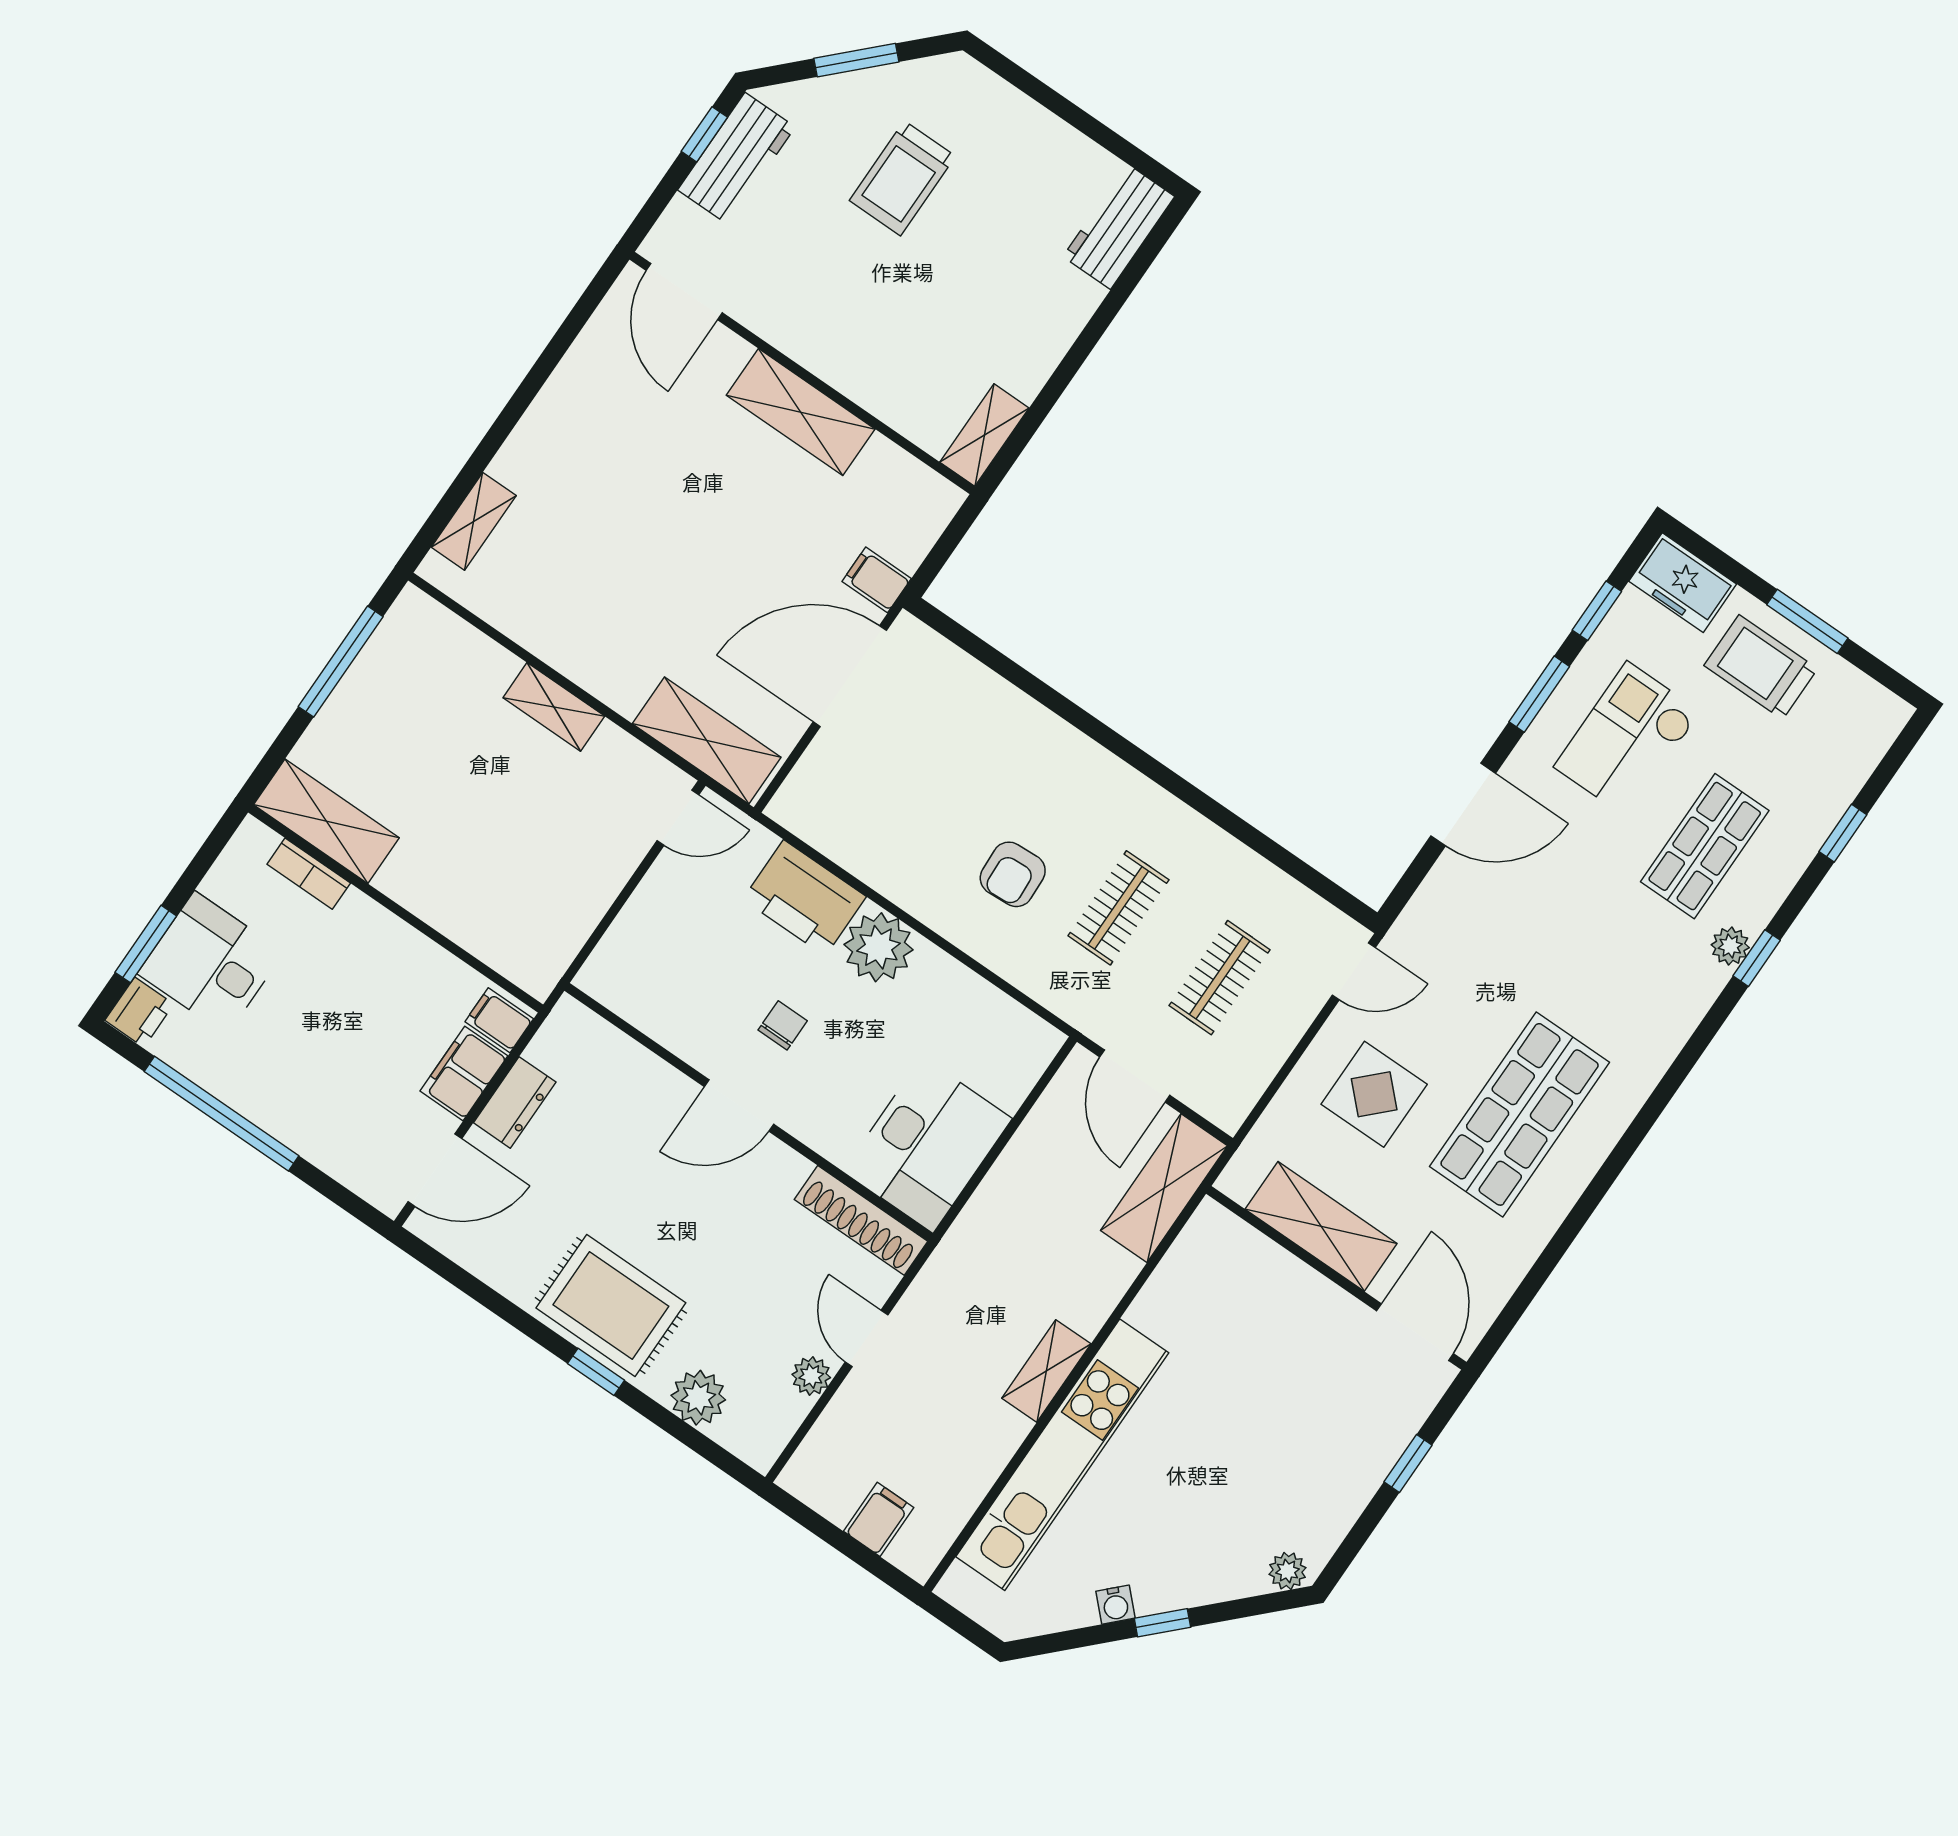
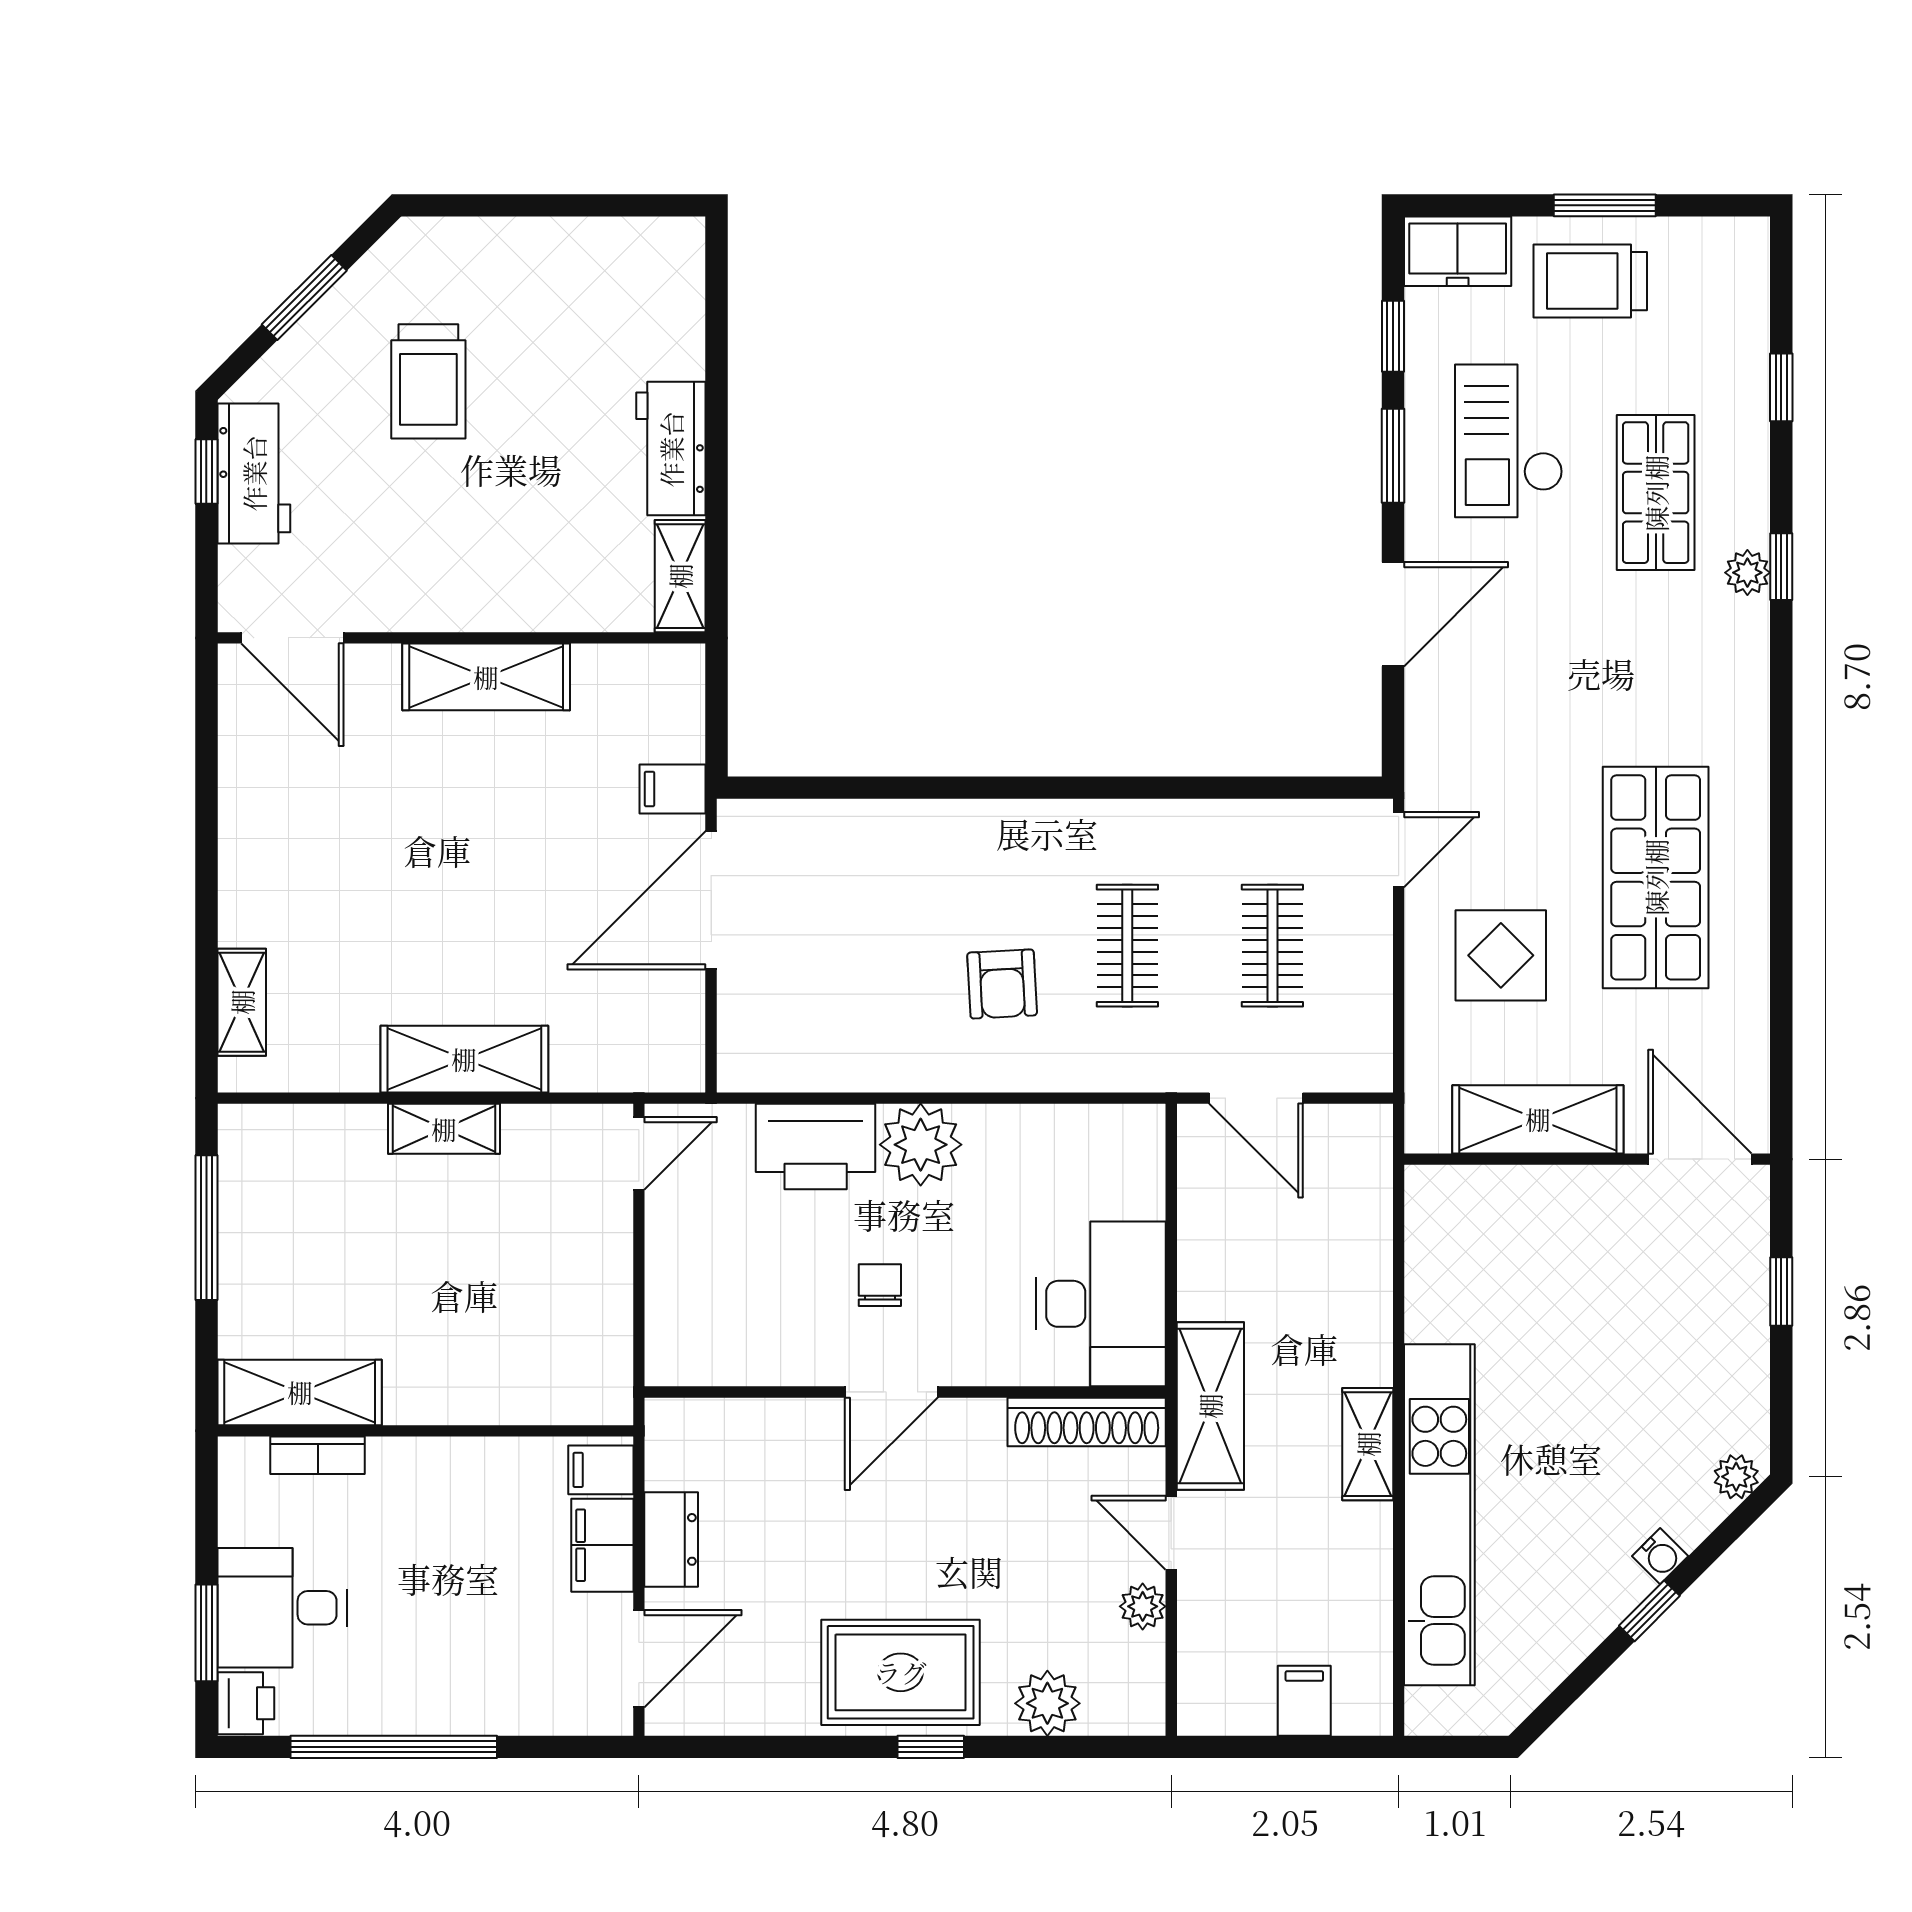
workbench: (1119, 227) -> (671, 449), moved
shelving: (707, 741) -> (464, 1059), moved
shelving: (1164, 1188) -> (1210, 1406), moved
water cooler: (1115, 1605) -> (1660, 1556), moved

